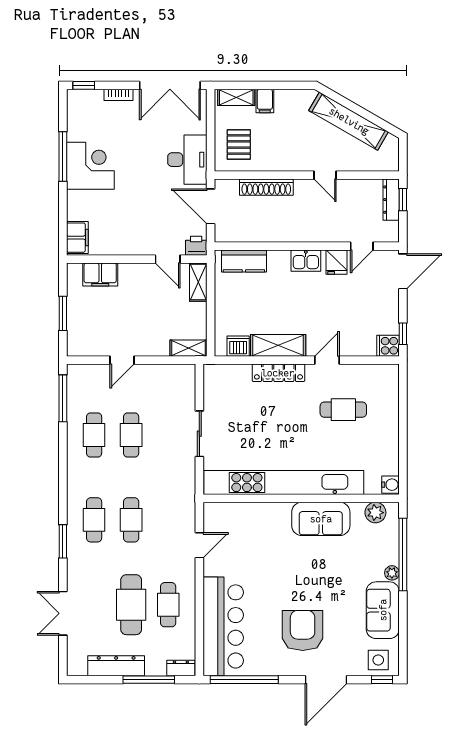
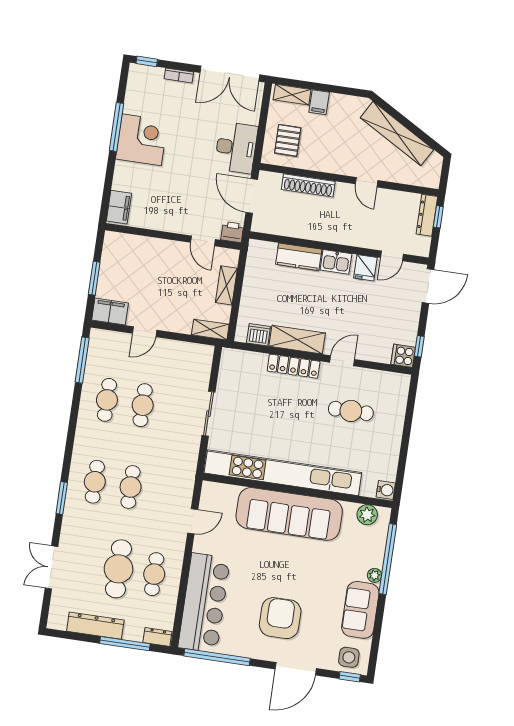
kitchen counter: (244, 261) -> (299, 257), moved
filing cabinet: (100, 275) -> (110, 311), moved, turned 180
shelving: (198, 282) -> (226, 285), moved
sofa: (321, 519) -> (289, 514), width x1.85, depth x1.27

